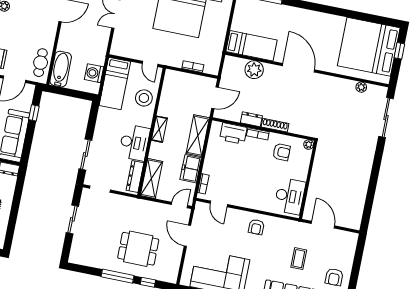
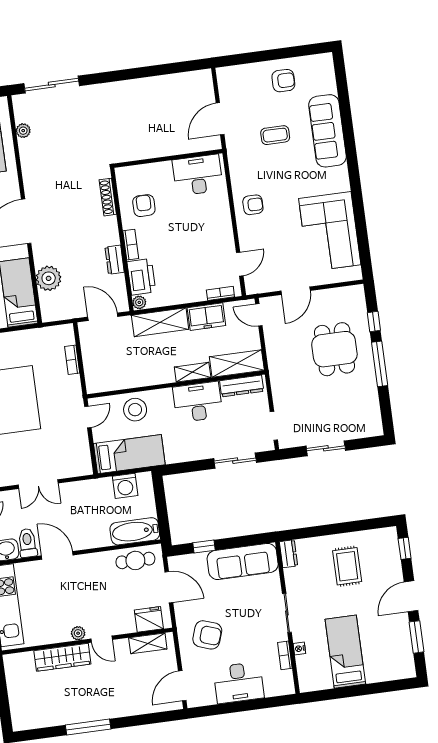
shoe rack: (275, 125) -> (108, 197), moved
shelving: (159, 129) -> (193, 372), moved
plant: (309, 145) -> (139, 302), moved

